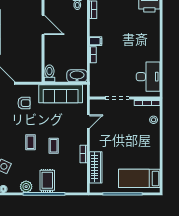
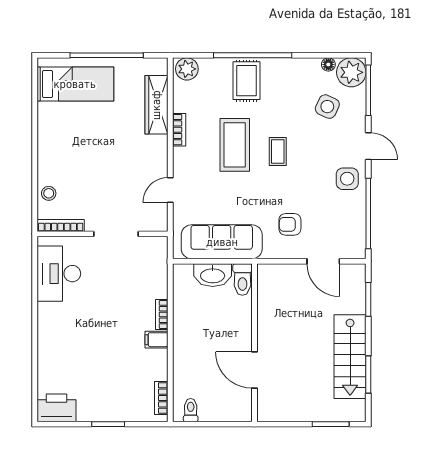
washbasin: (77, 76) -> (213, 275), moved
coffee table: (54, 146) -> (235, 145), width x1.86, depth x1.72
plant: (26, 187) -> (187, 69), moved

